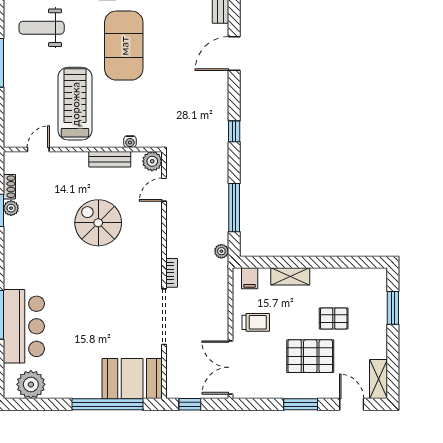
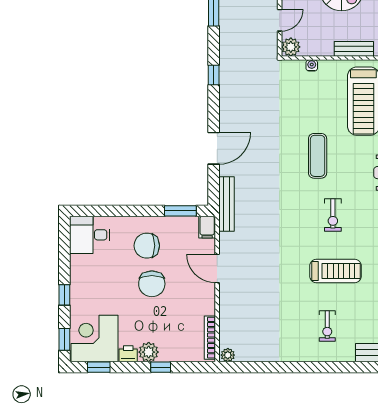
exercise mat: (124, 46) -> (318, 156), width x0.50, depth x0.69
bench: (110, 159) -> (354, 49), moved

